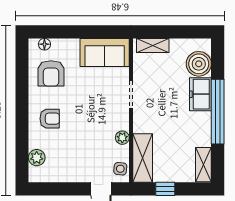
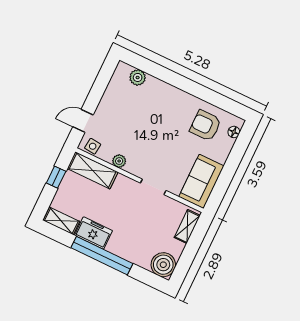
boiler: (199, 64) -> (163, 265), moved
freezer: (200, 94) -> (93, 233), moved
armchair: (50, 119) -> (166, 105), removed

